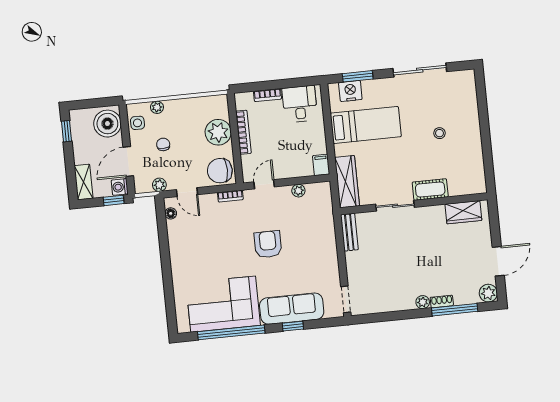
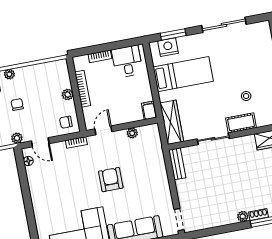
plant: (218, 132) -> (68, 95), width x0.53, depth x0.53
stool: (439, 133) -> (246, 96), moved
chair: (220, 171) -> (66, 122), width x0.54, depth x0.54

